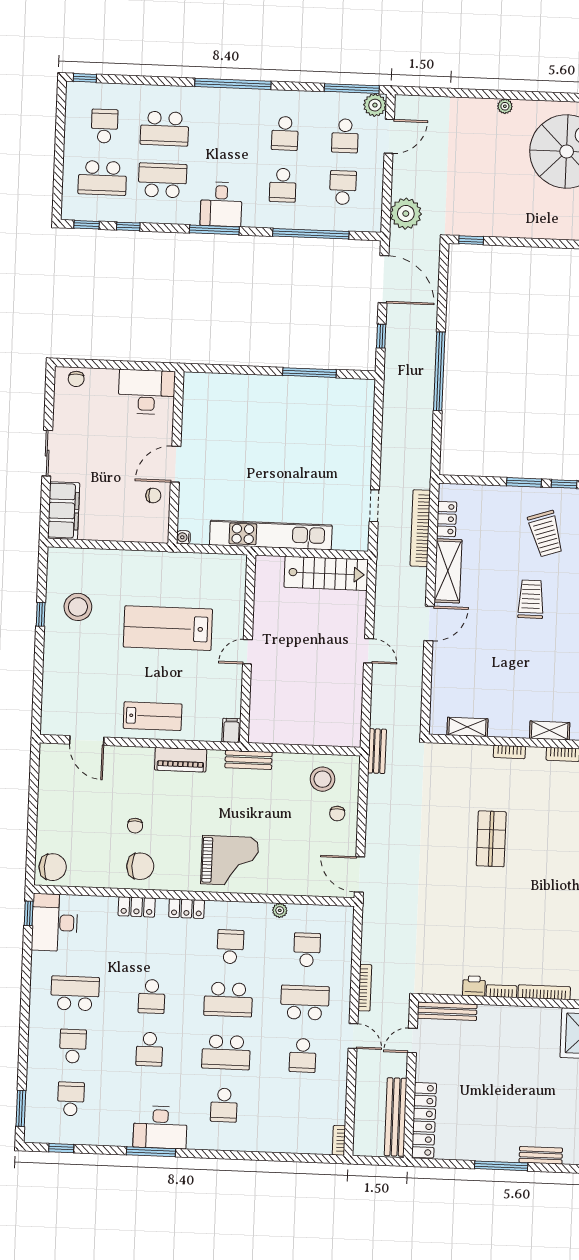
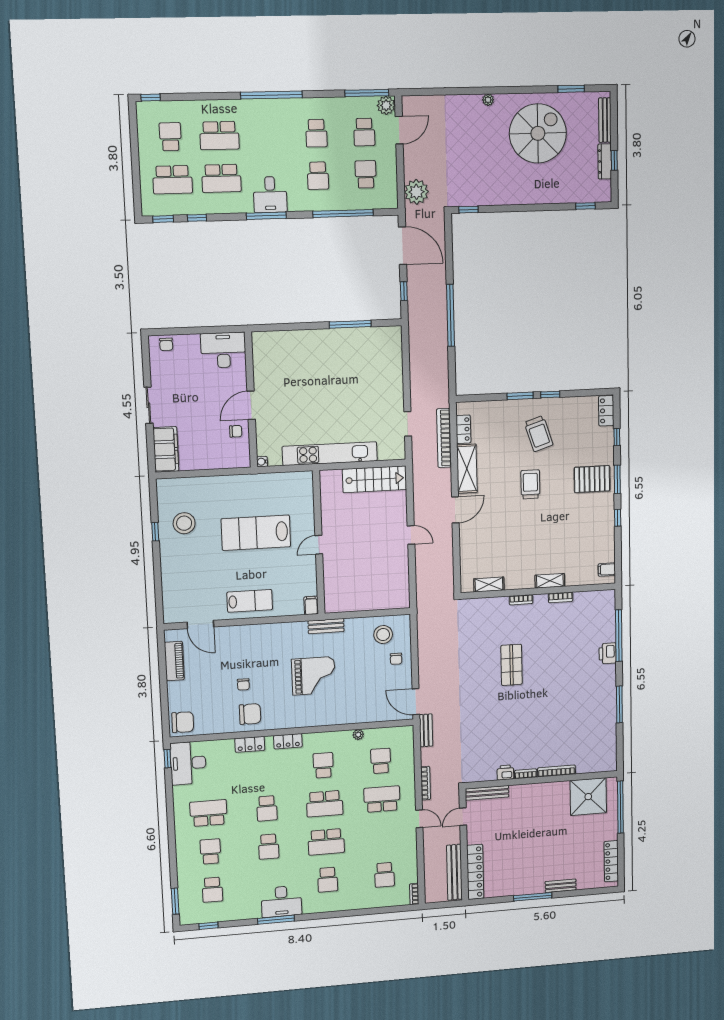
school desk: (163, 180) -> (221, 178), turned 180
bench: (377, 751) -> (426, 730), moved
piano: (181, 760) -> (174, 661), moved, turned -90
grand piano: (230, 861) -> (314, 676), moved
school desk: (303, 1055) -> (384, 875), moved
school desk: (71, 1099) -> (212, 890), turned 180

